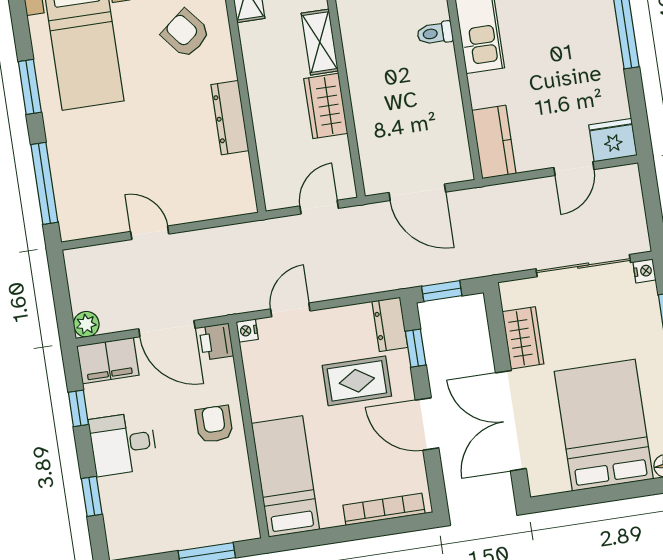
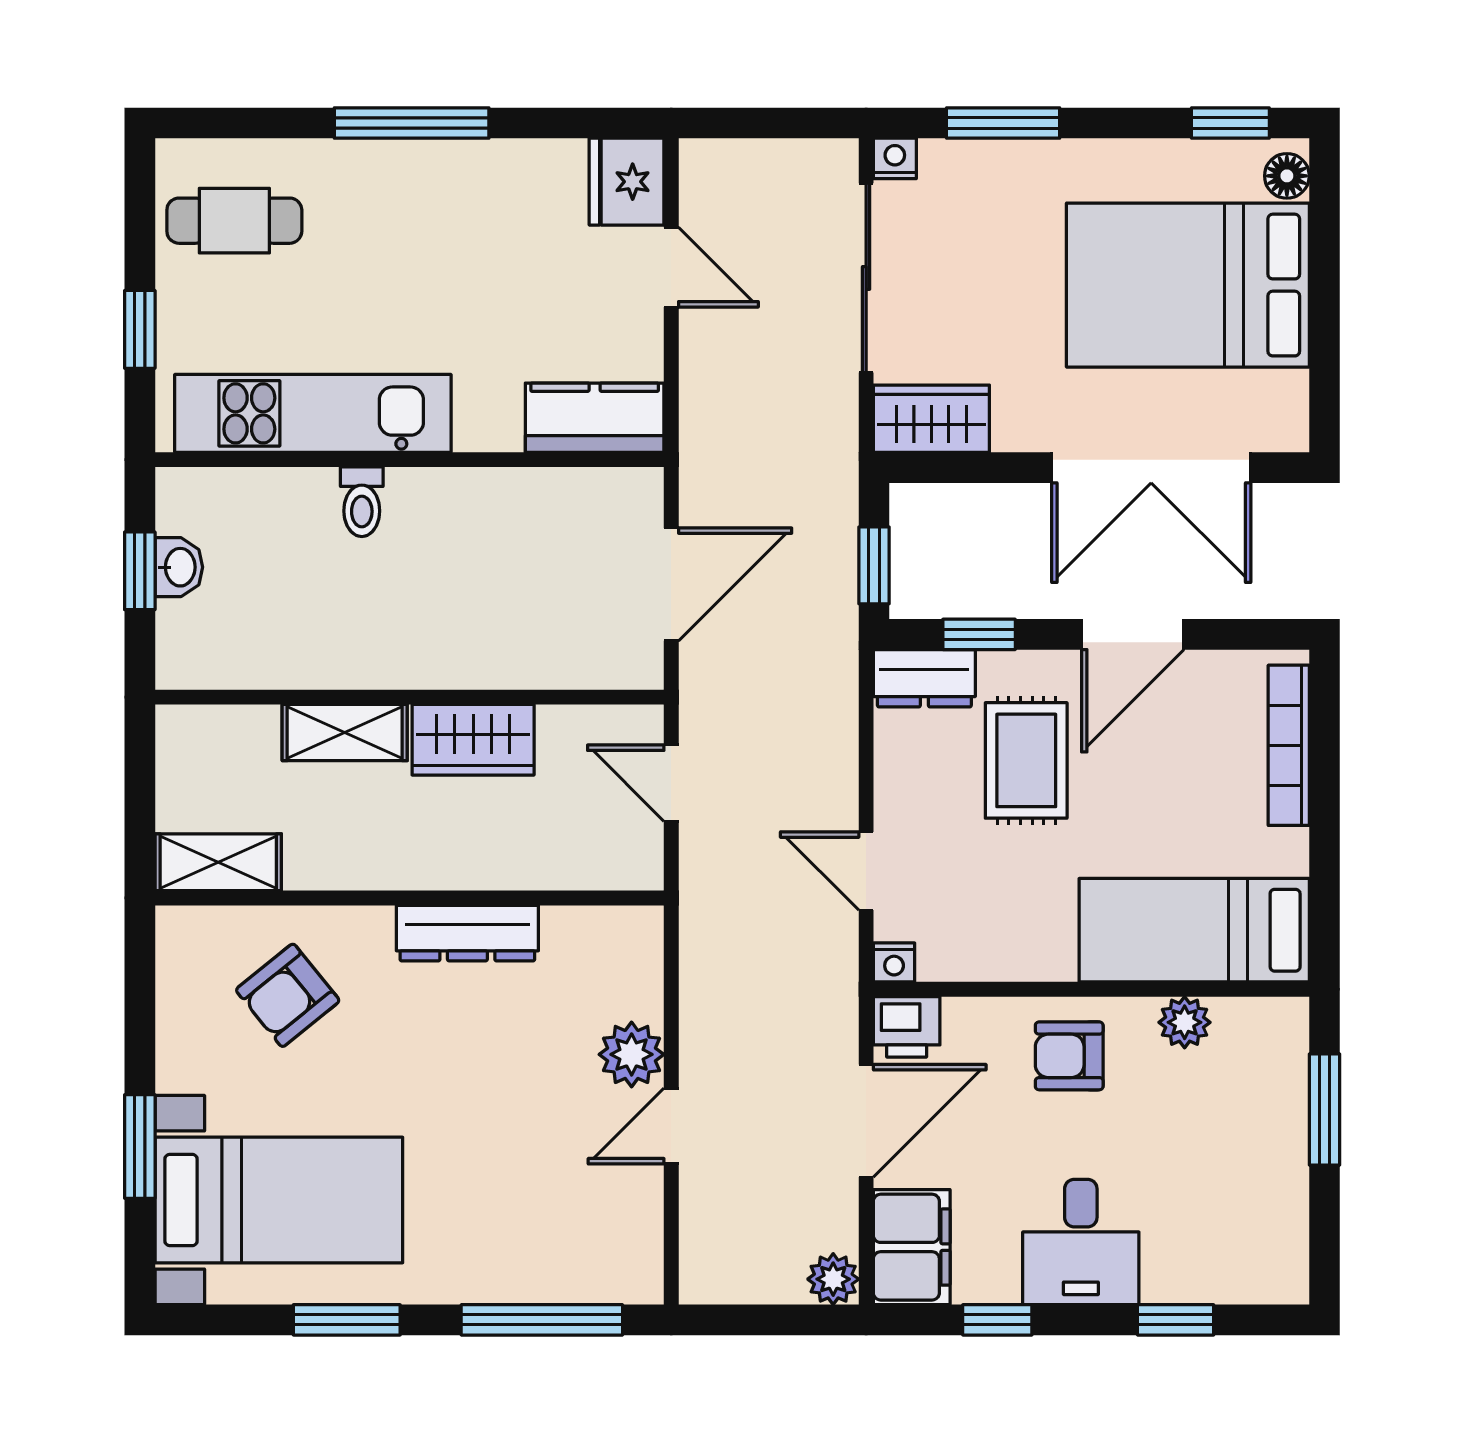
plant: (182, 208) -> (632, 1054), added
wardrobe: (523, 338) -> (931, 419), moved
plant: (239, 479) -> (1185, 1022), added

